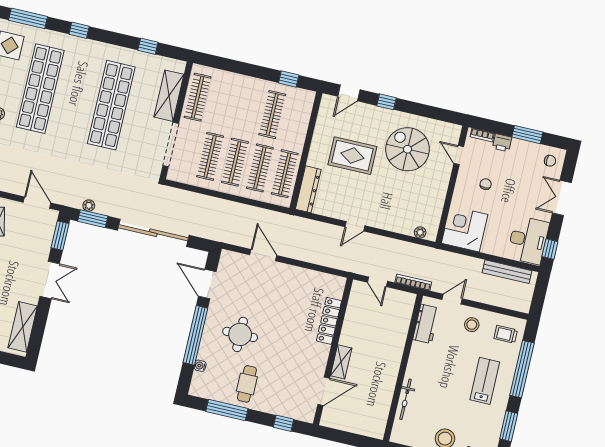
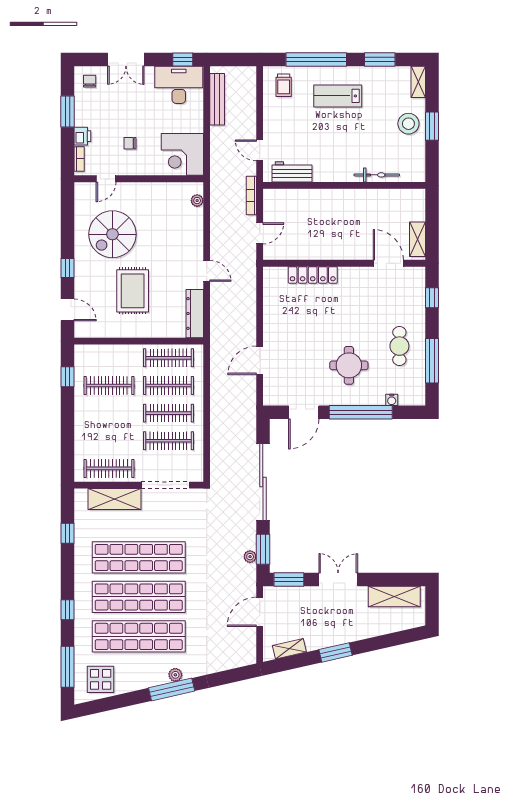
shop shelf: (76, 97) -> (139, 597), added
dresser: (308, 189) -> (195, 314), moved, turned -90
stool: (472, 325) -> (282, 123), removed
shelving: (341, 362) -> (417, 239), moved, turned 90
cafe table: (247, 384) -> (399, 346), turned 90

